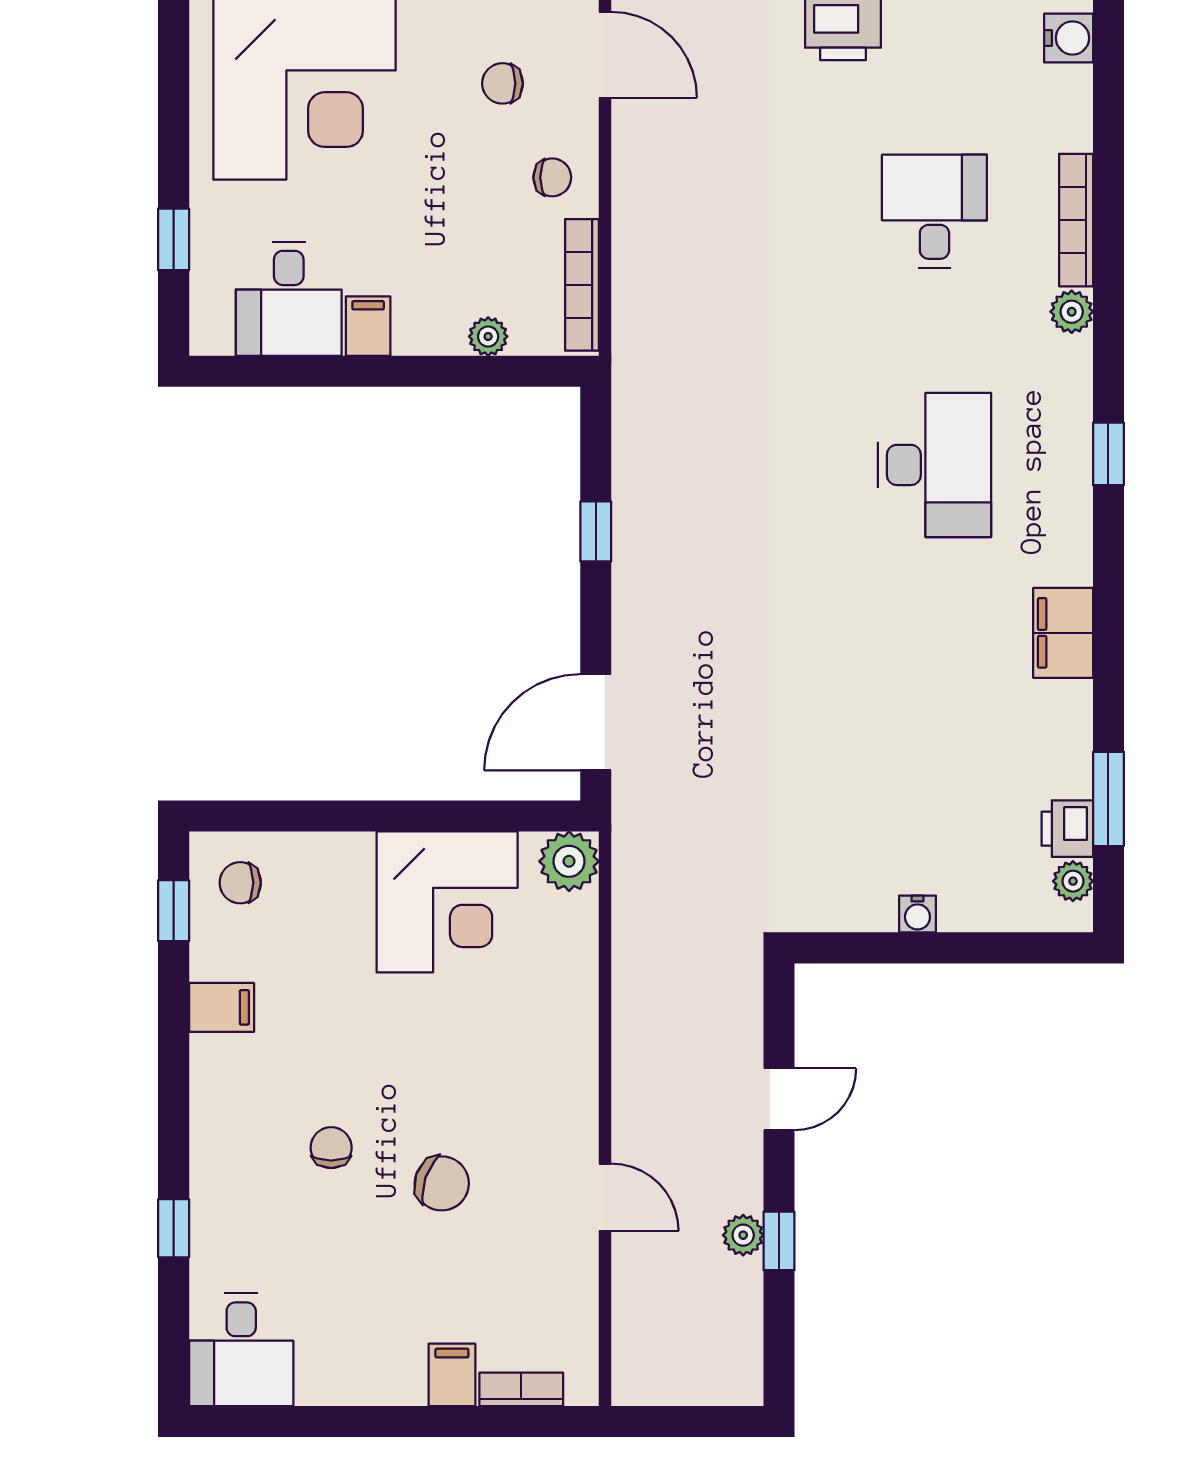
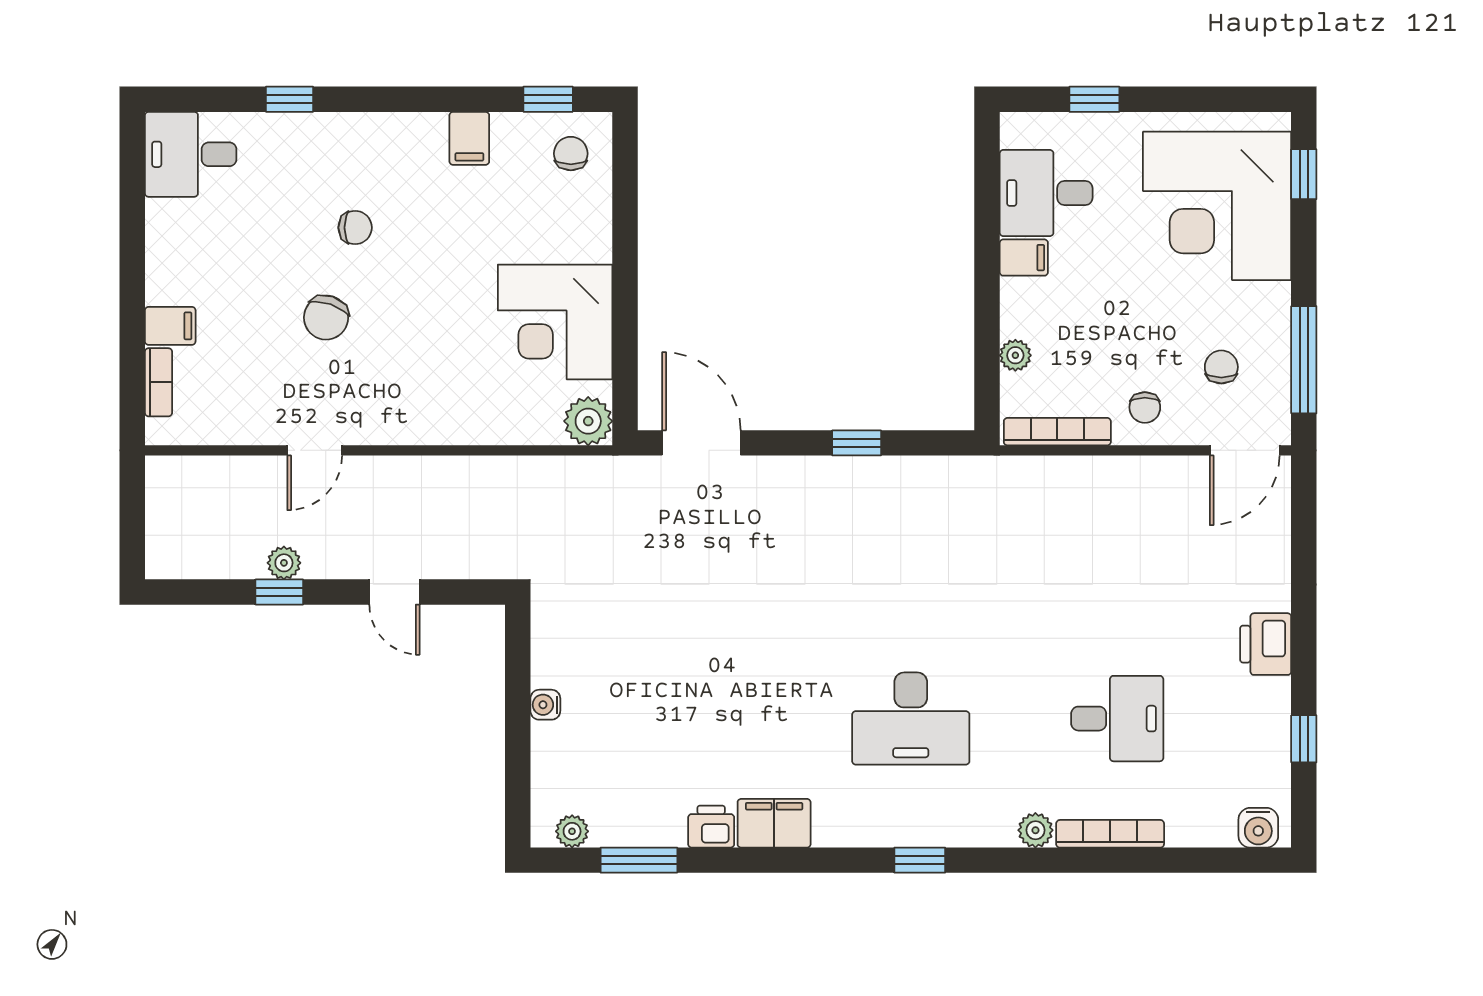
printer: (1067, 829) -> (711, 827), moved

